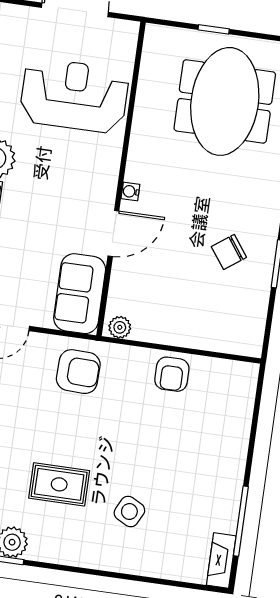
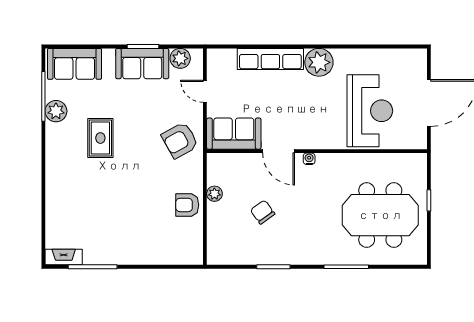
chair: (229, 252) -> (263, 212), moved
plant: (120, 327) -> (214, 194), moved
armchair: (78, 372) -> (180, 140), turned 59
side table: (129, 512) -> (89, 189), removed

